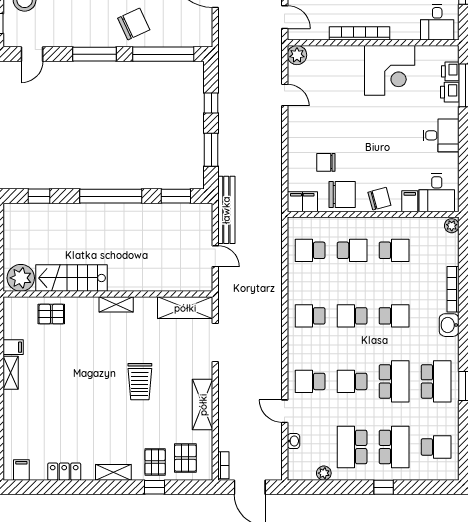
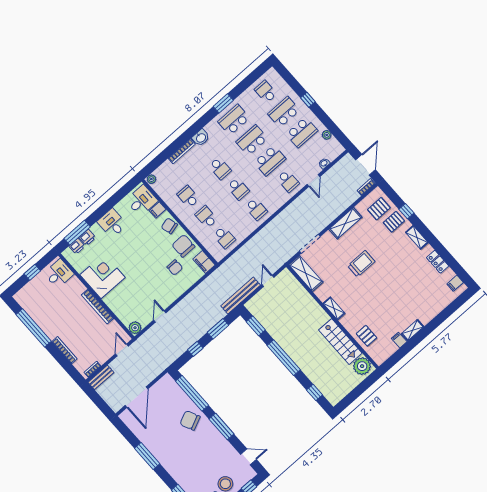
school desk: (394, 316) -> (220, 168), turned 180
school desk: (352, 381) -> (270, 161), width x1.85

